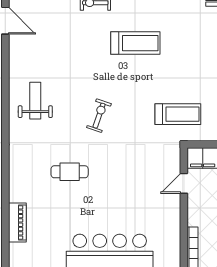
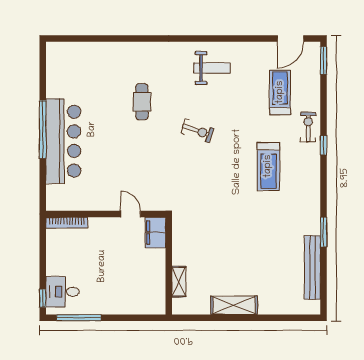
treadmill: (178, 114) -> (280, 92), moved, turned 180
piano: (17, 223) -> (92, 50), removed

